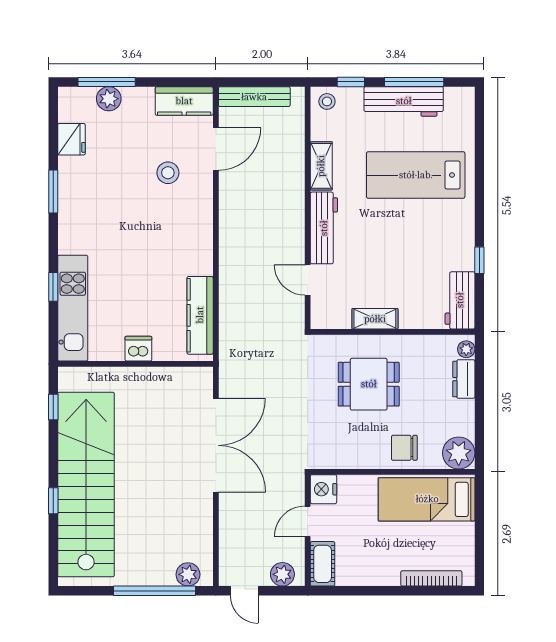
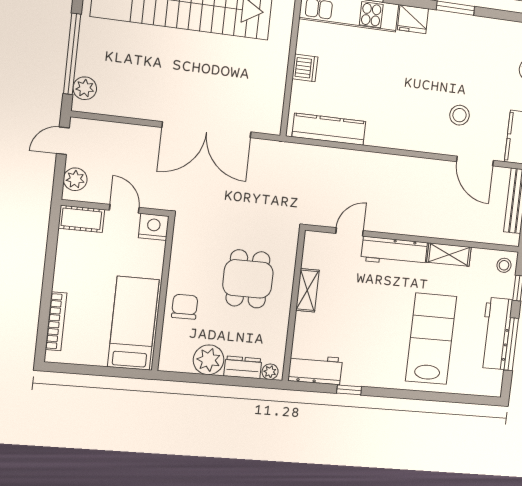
fridge: (71, 139) -> (413, 19), moved
plant: (459, 453) -> (209, 360), moved

